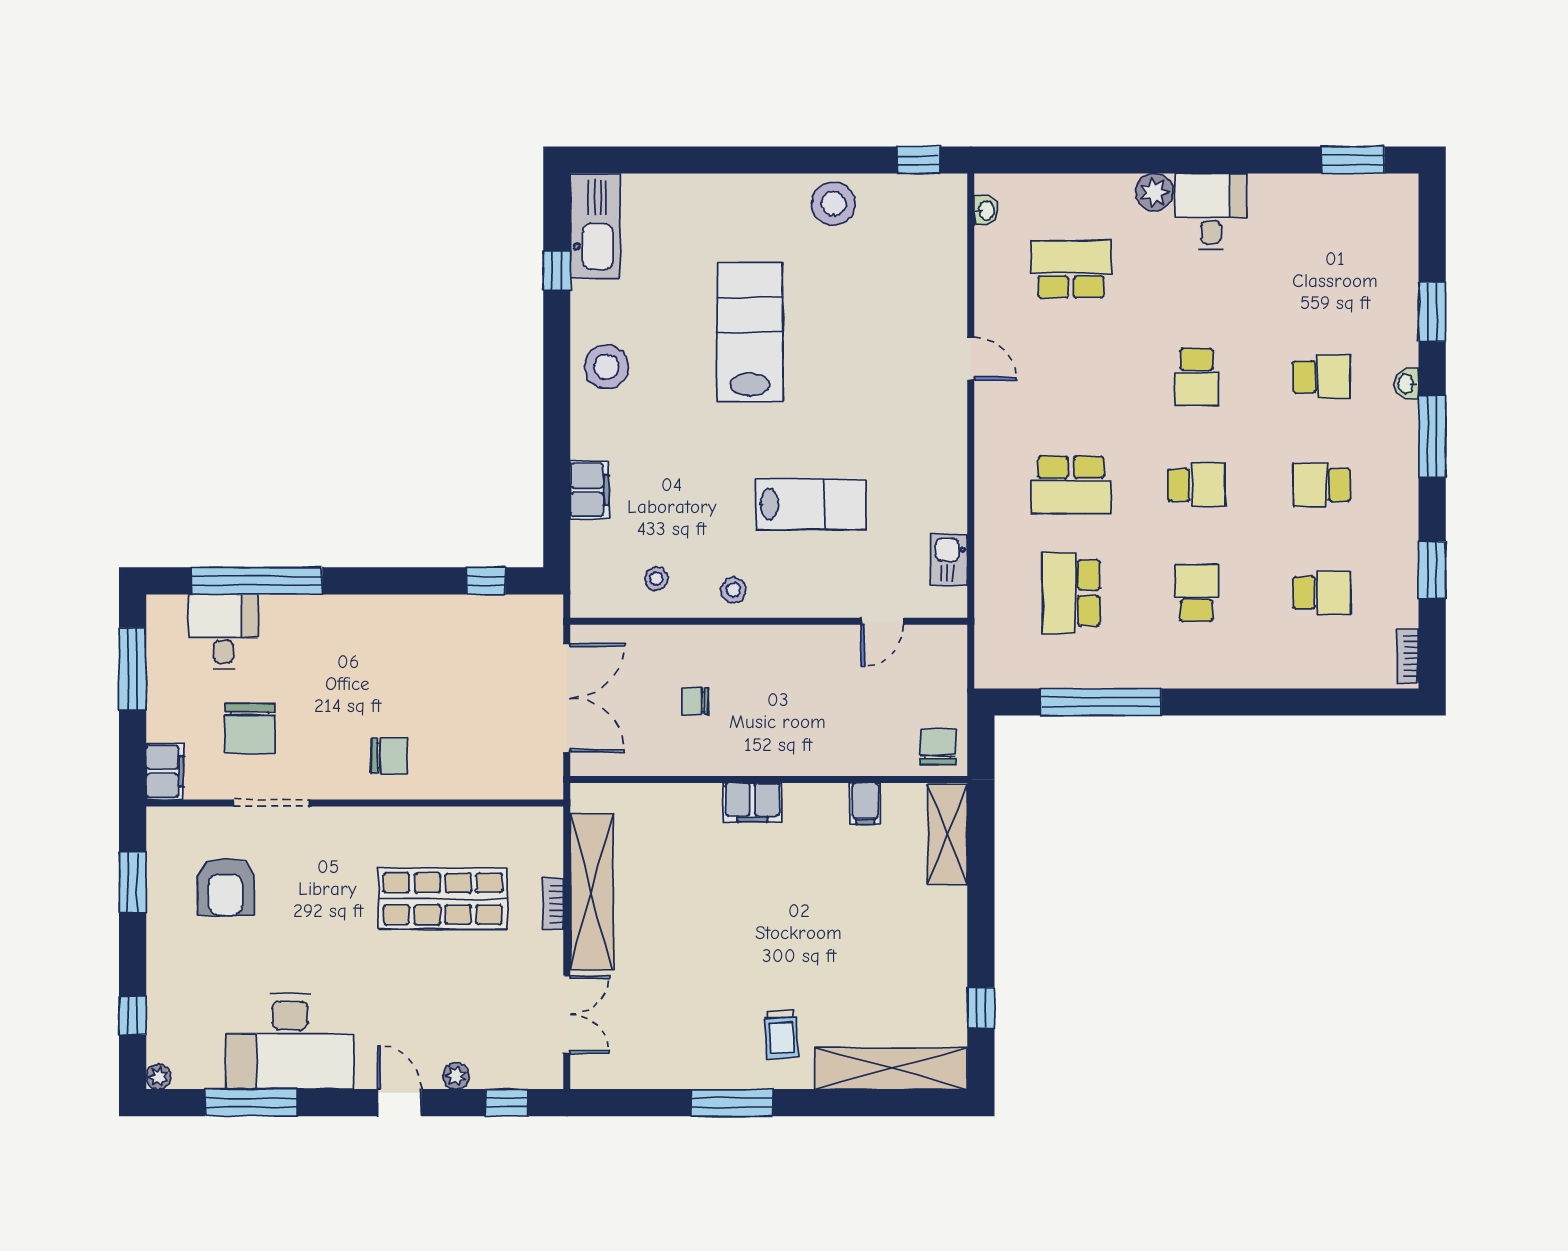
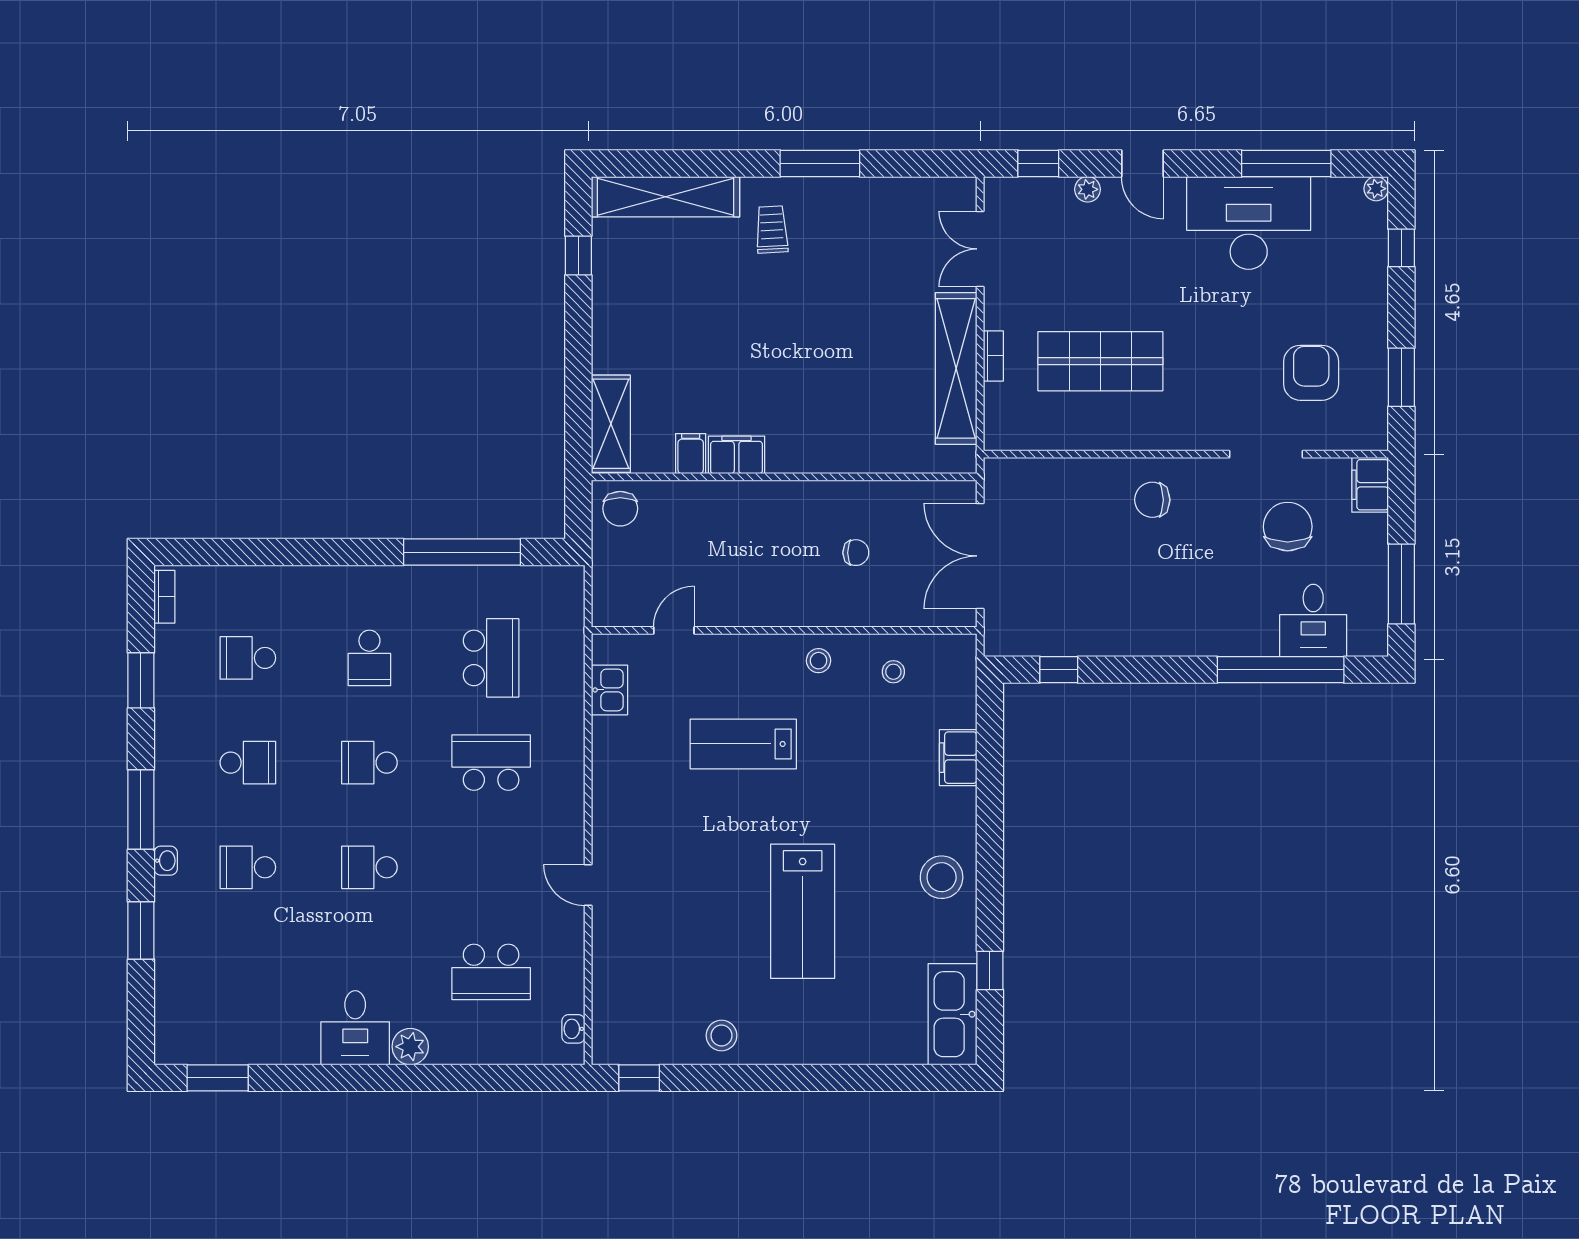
stool: (833, 204) -> (721, 1036), width x0.73, depth x0.73
school desk: (1196, 377) -> (369, 867), turned -90
filing cabinet: (752, 802) -> (737, 455), moved

